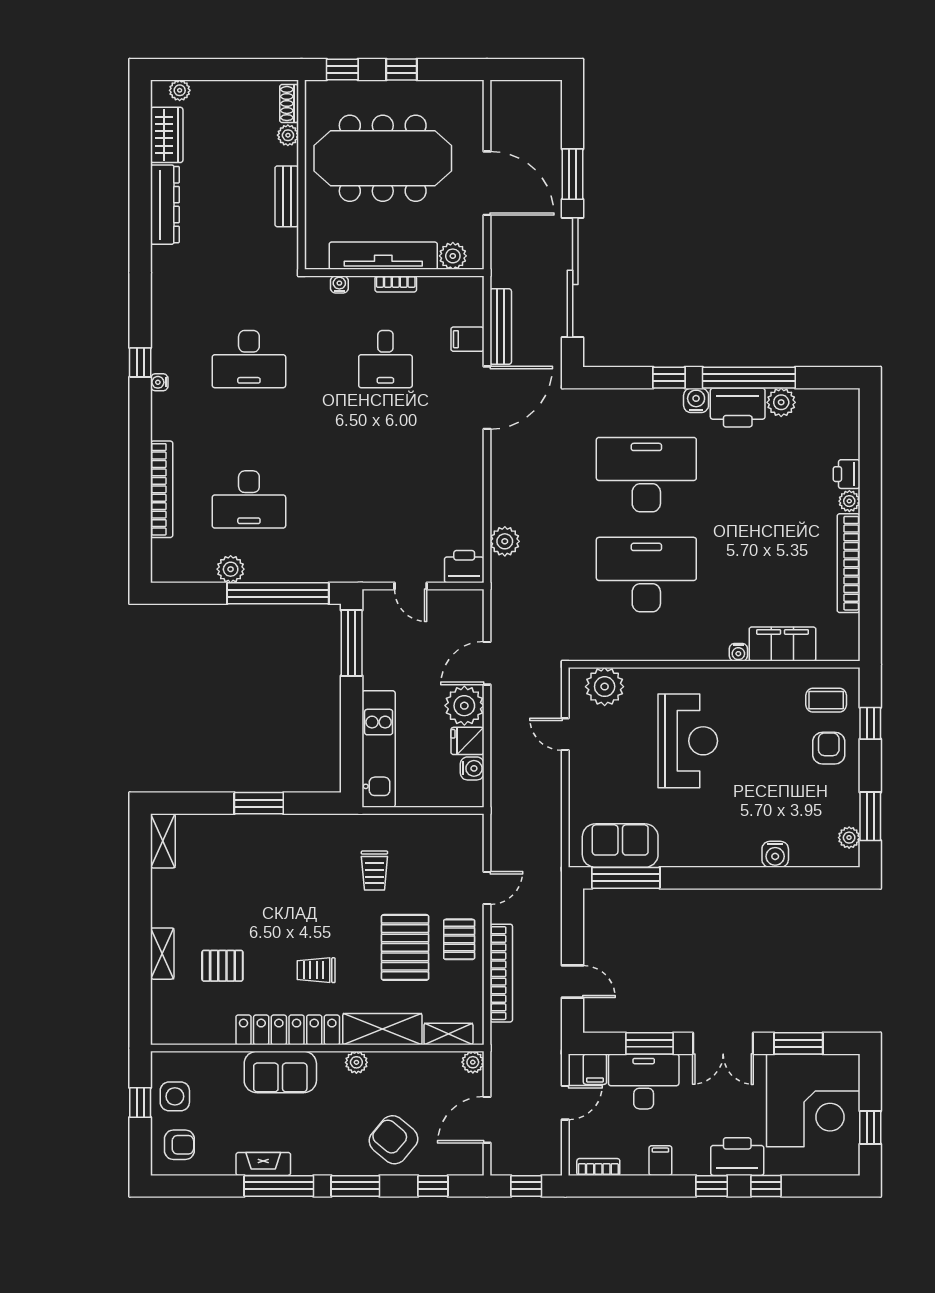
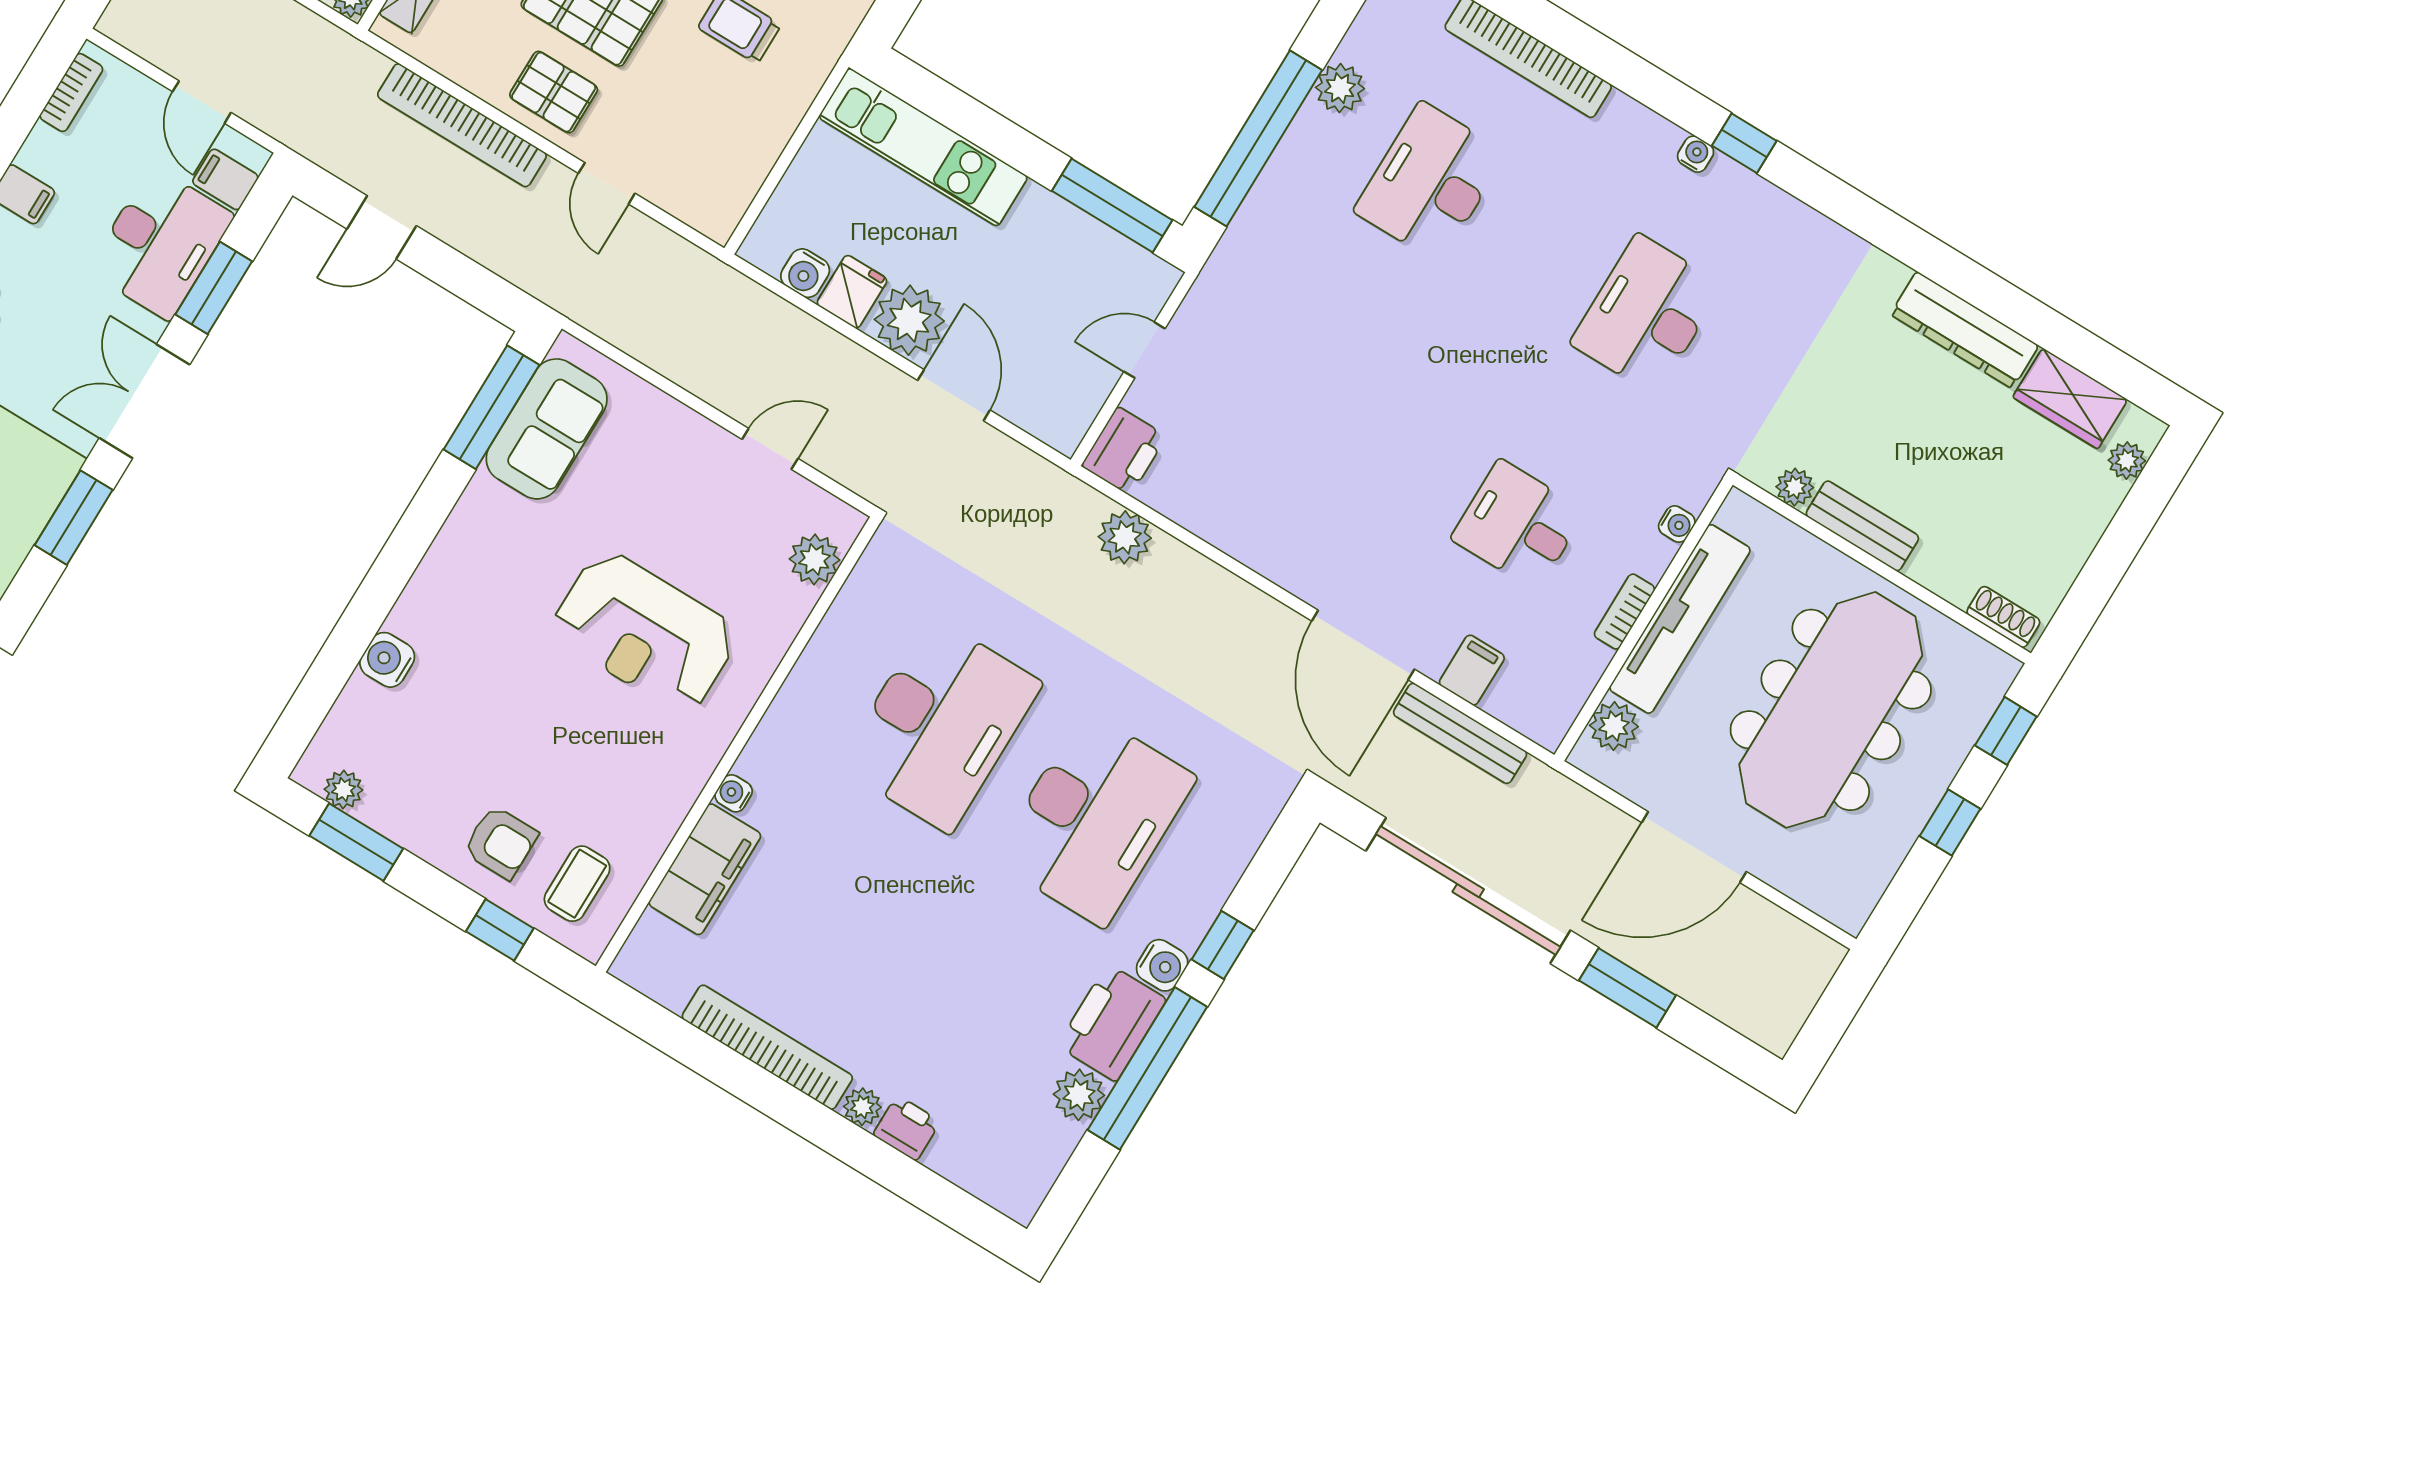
plant: (288, 135) -> (1795, 487), moved
plant: (605, 687) -> (815, 559), width x0.73, depth x0.73

